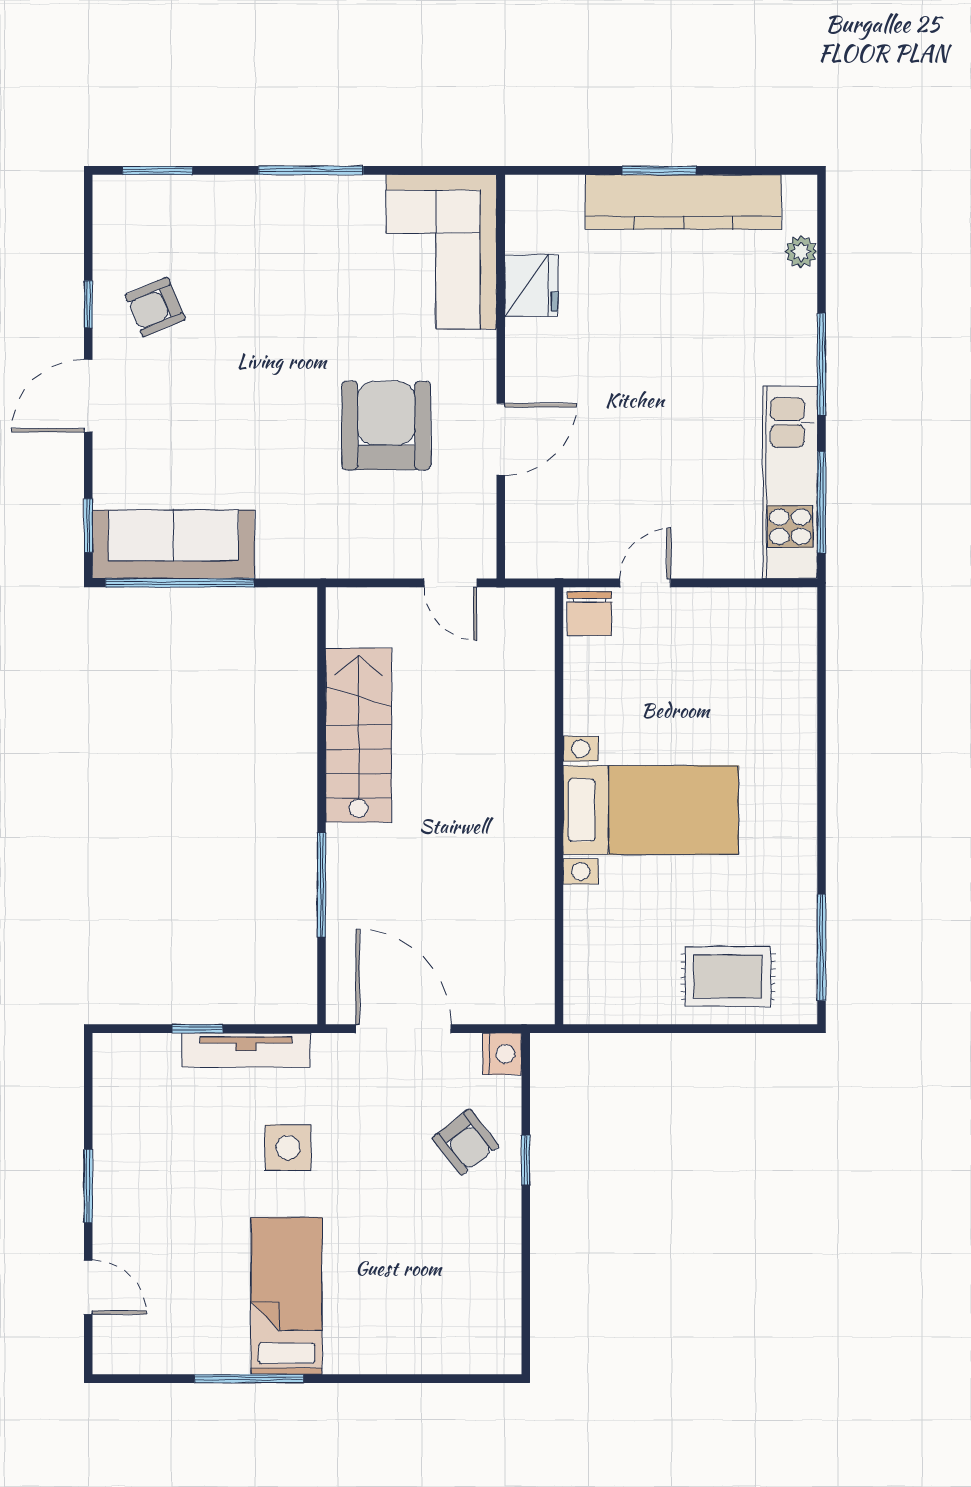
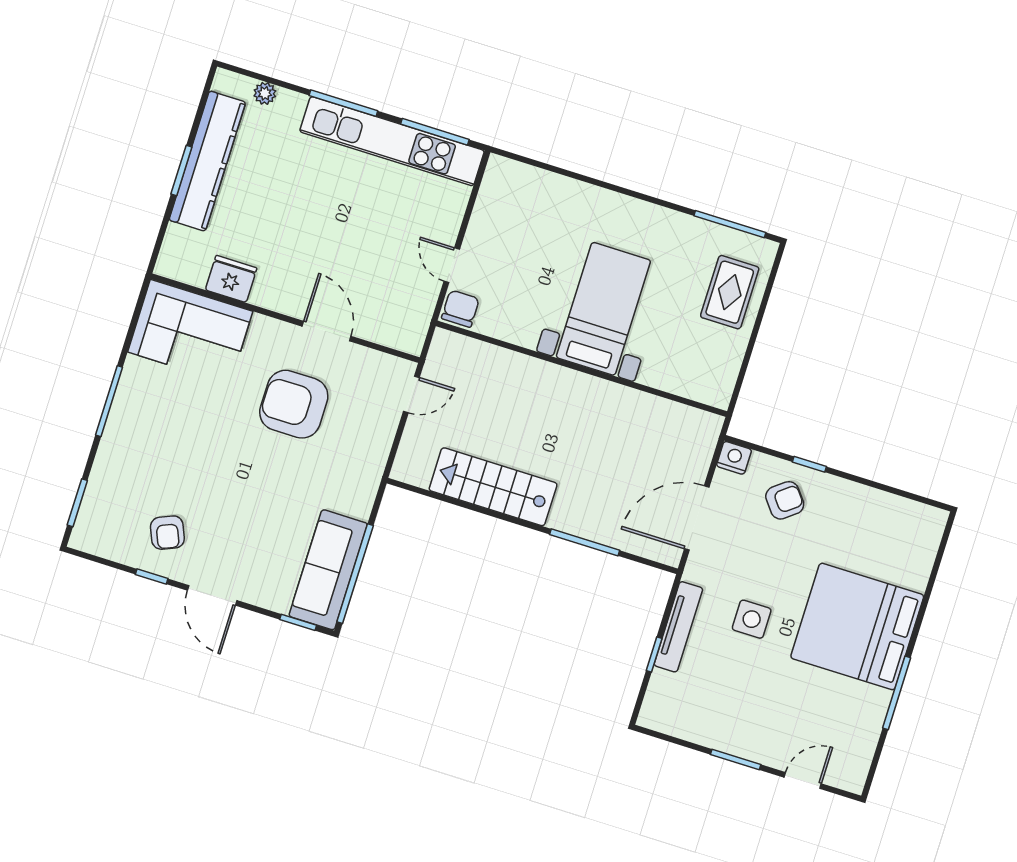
kitchen unit: (790, 482) -> (392, 141), width x1.36
chair: (589, 613) -> (460, 309), turned -90
bed: (287, 1296) -> (857, 626), width x2.04

